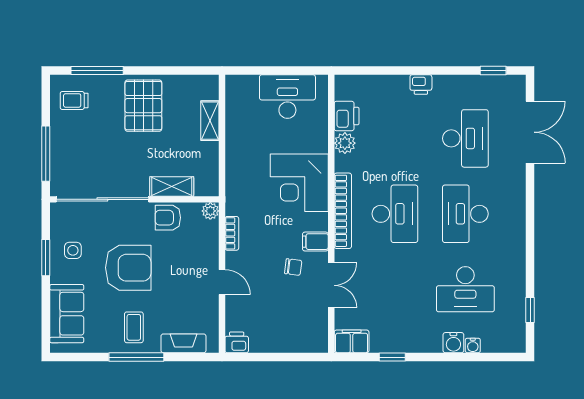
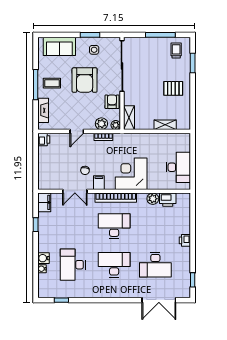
window: (97, 71) -> (193, 63), width x0.69
pallet: (143, 106) -> (173, 88), width x0.67, depth x0.71
window: (46, 154) -> (160, 35), moved
shelving: (172, 186) -> (129, 118), moved
desk: (395, 214) -> (114, 226), turned 180
plant: (208, 237) -> (101, 124), added

